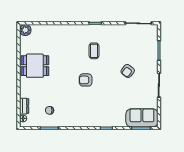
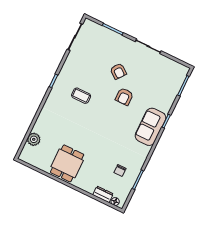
plant: (25, 30) -> (34, 139), moved
armchair: (86, 80) -> (124, 97), moved
sofa: (142, 118) -> (151, 127), moved

